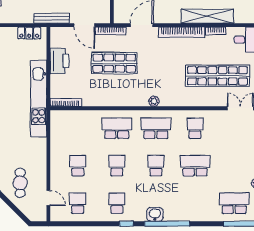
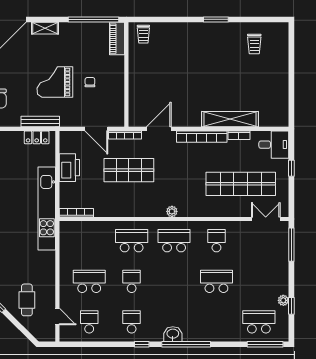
bench: (51, 18) -> (40, 122), moved
school desk: (78, 166) -> (89, 281), width x1.85
school desk: (156, 166) -> (174, 281), removed

